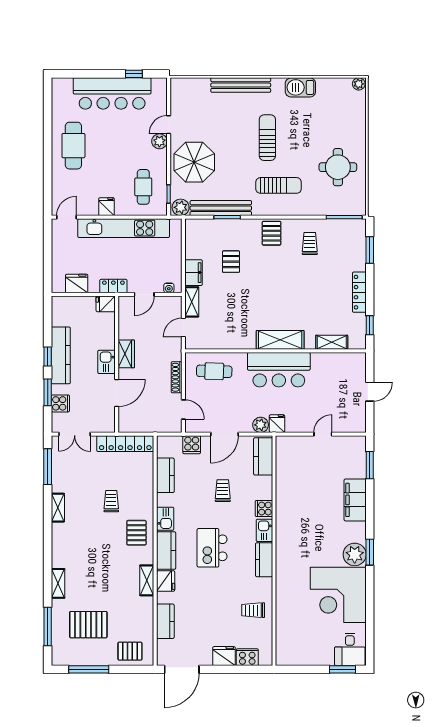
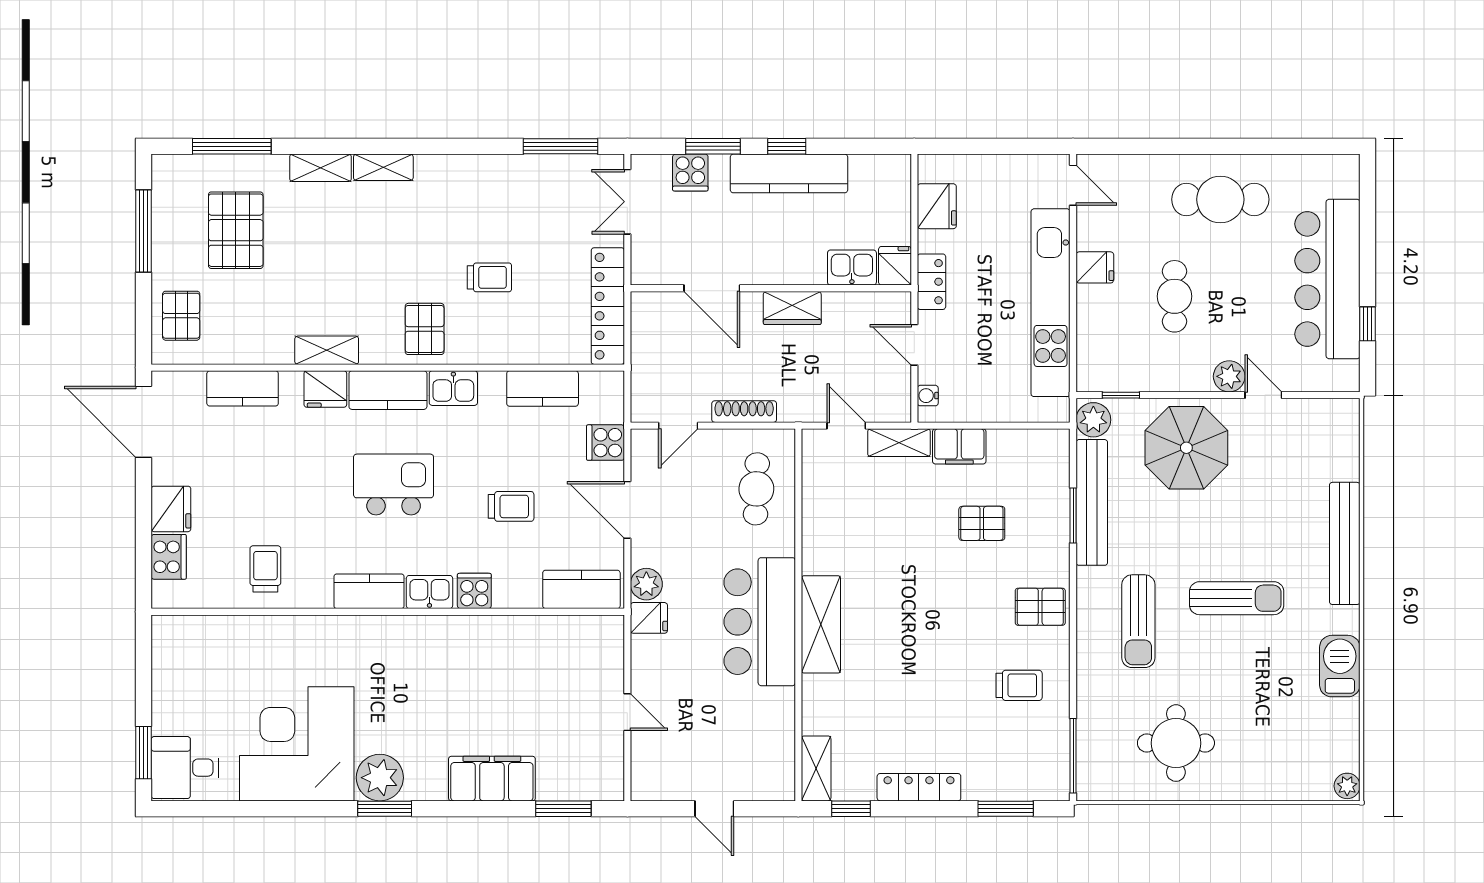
cafe table: (143, 187) -> (1174, 296), moved, turned 90
shelving: (332, 342) -> (816, 768), moved
kitchen sink: (107, 362) -> (852, 268), moved
shelving: (58, 508) -> (383, 167), moved
pallet: (136, 533) -> (425, 329), turned 90

